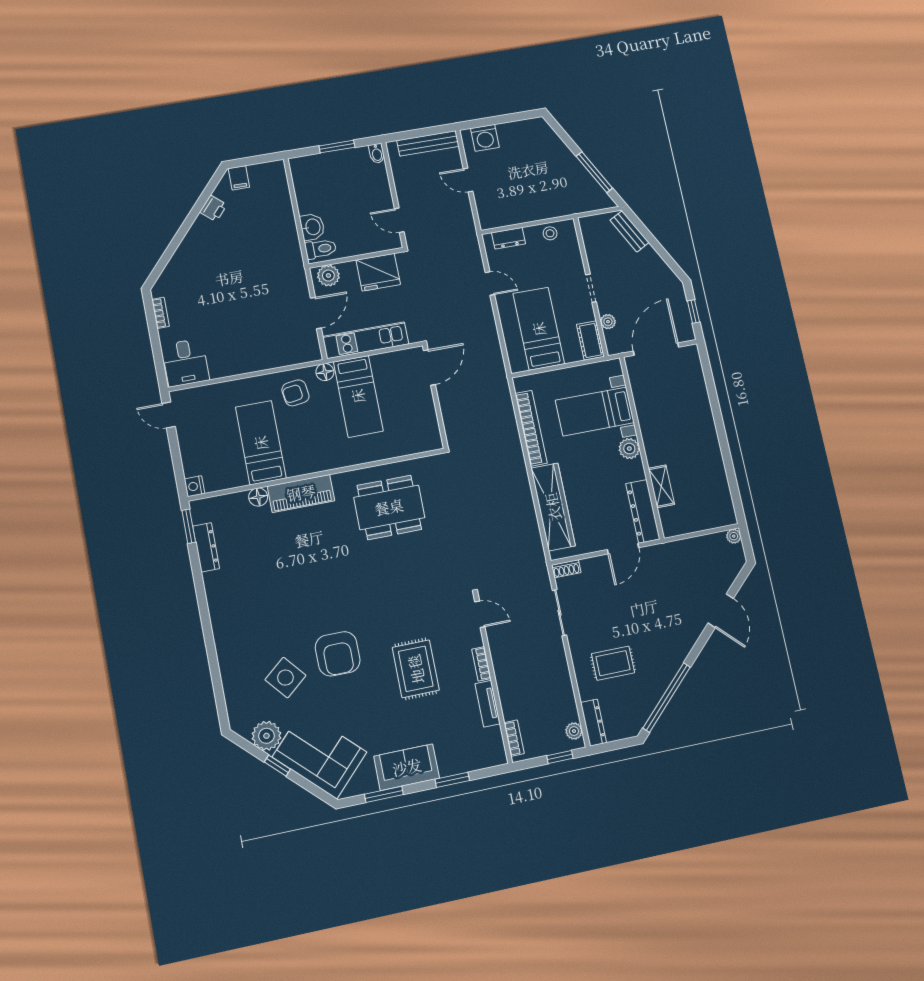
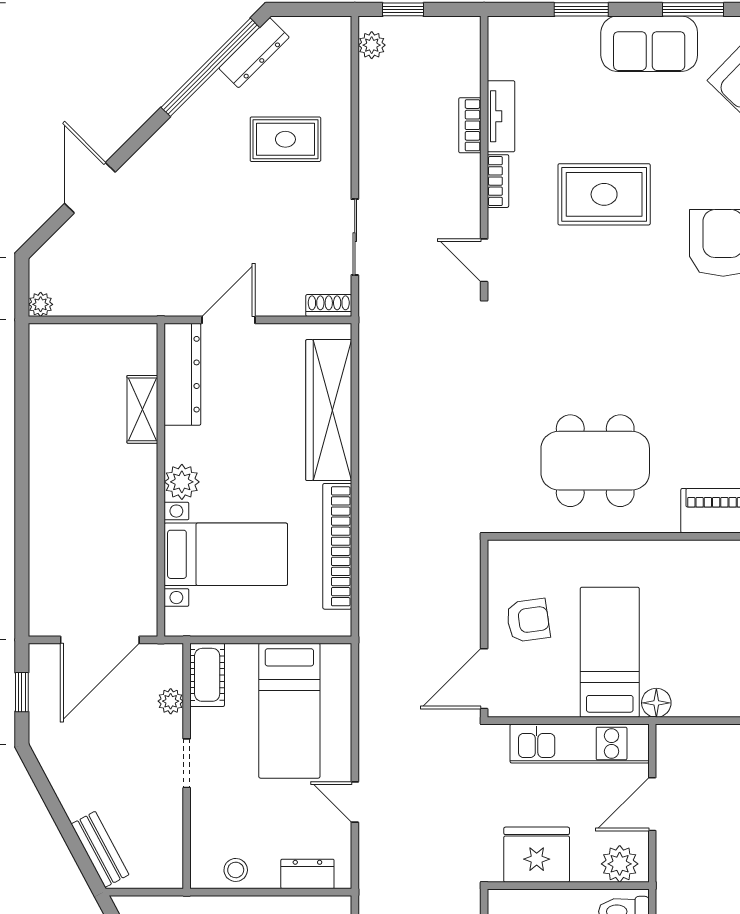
armchair: (295, 393) -> (528, 620), moved
rug: (416, 669) -> (604, 194), turned 90
dresser: (593, 723) -> (254, 53), moved, turned -135
bookcase: (514, 738) -> (470, 125), moved

